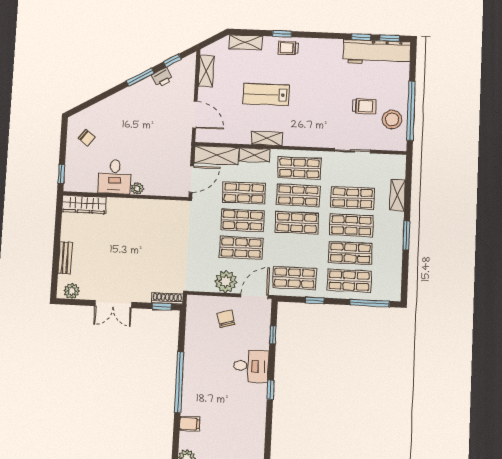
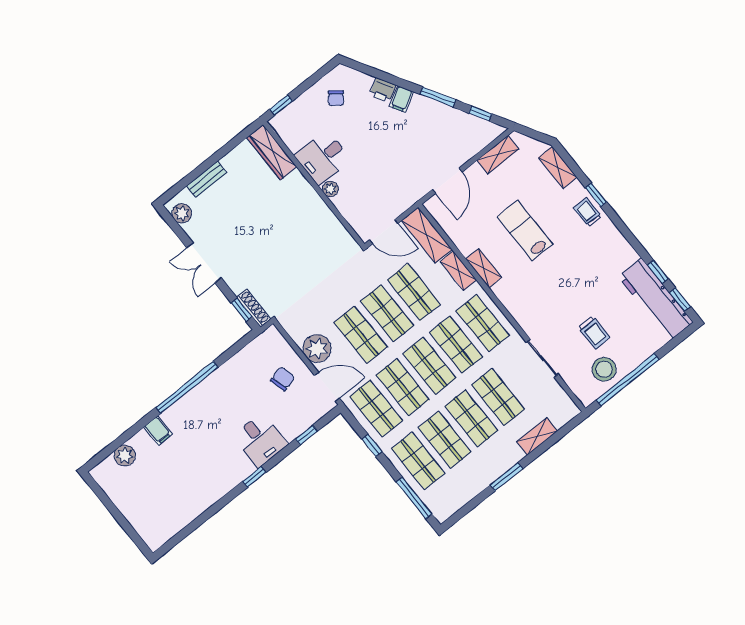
printer: (162, 77) -> (383, 90), moved
filing cabinet: (122, 99) -> (401, 99), added
shop shelf: (296, 250) -> (403, 387), added

